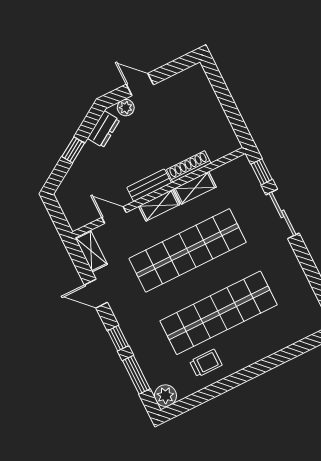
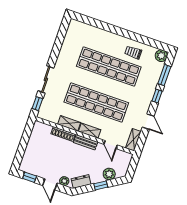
window: (175, 67) -> (30, 177), added
plant: (77, 175) -> (109, 174), added

